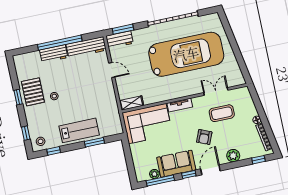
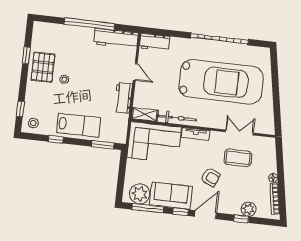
window: (123, 29) -> (162, 32), removed
workbench: (54, 54) -> (123, 98), moved, turned 90
window: (18, 97) -> (26, 55), moved
bicycle: (160, 97) -> (177, 118), added
armchair: (204, 137) -> (210, 177), turned -91
window: (94, 142) -> (103, 145), moved
window: (54, 151) -> (56, 139), moved
plant: (233, 156) -> (249, 209), moved
window: (258, 160) -> (241, 219), moved
plant: (154, 174) -> (140, 194), width x1.88, depth x1.88

